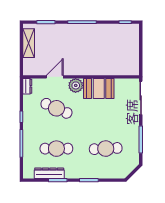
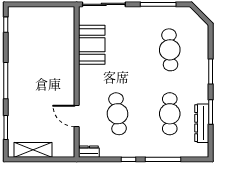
plant: (76, 85) -> (88, 89), removed
booth: (99, 89) -> (92, 45), moved
cafe table: (56, 108) -> (118, 114), turned -30

